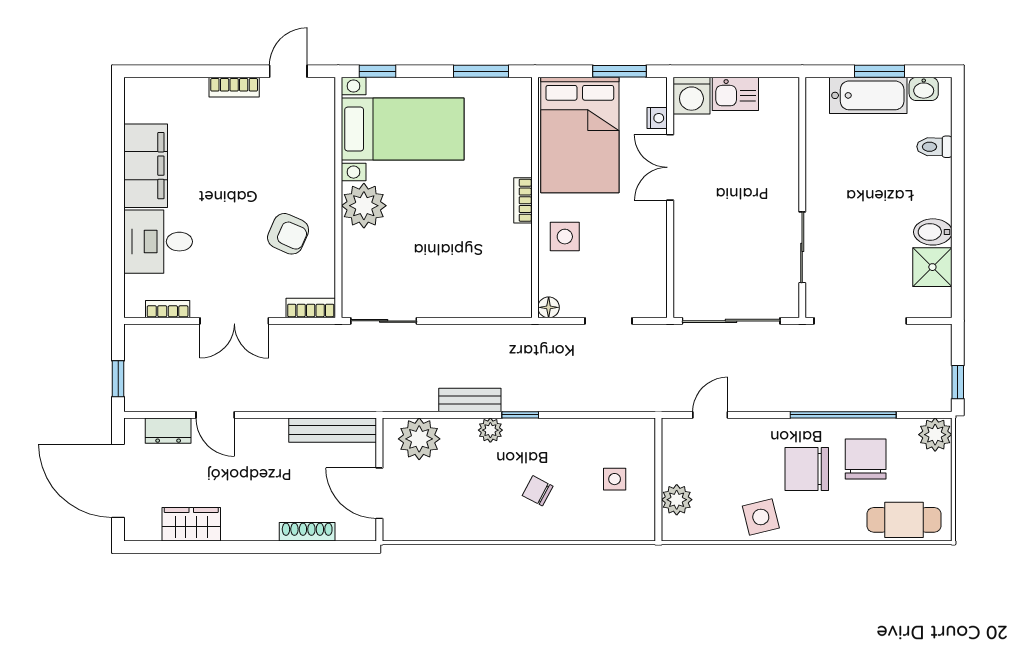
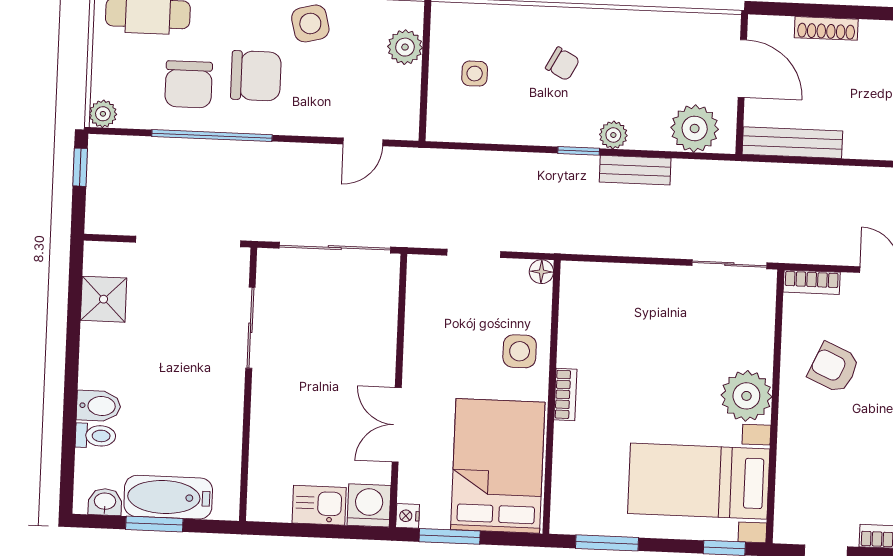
nightstand: (657, 118) -> (408, 516), moved
double door: (670, 167) -> (397, 425), swing flipped
bidet: (933, 232) -> (99, 406), moved
plant: (935, 435) -> (103, 114), width x0.73, depth x0.73

